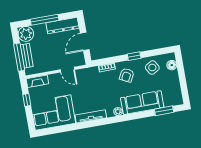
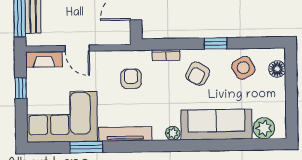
door: (67, 70) -> (77, 48), moved
armchair: (89, 84) -> (131, 79), added
plant: (170, 100) -> (264, 128), added
window: (164, 111) -> (86, 147), moved

